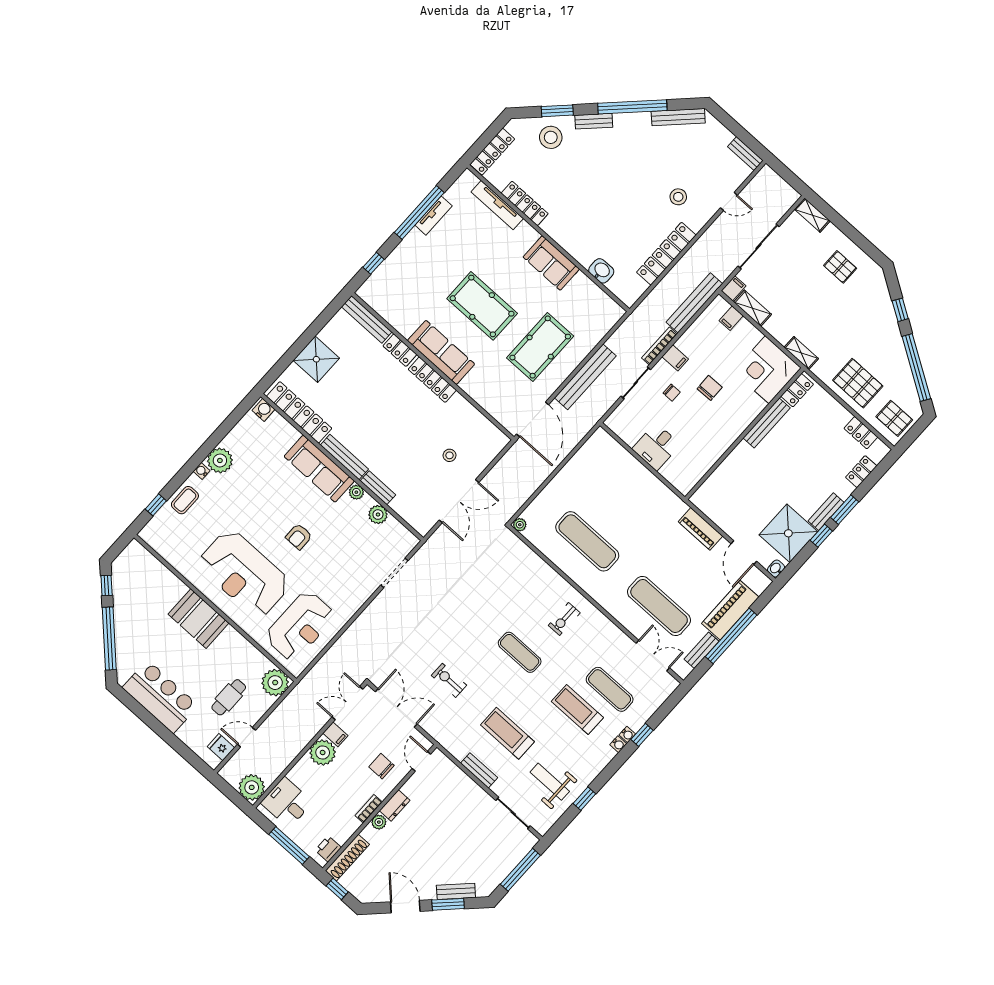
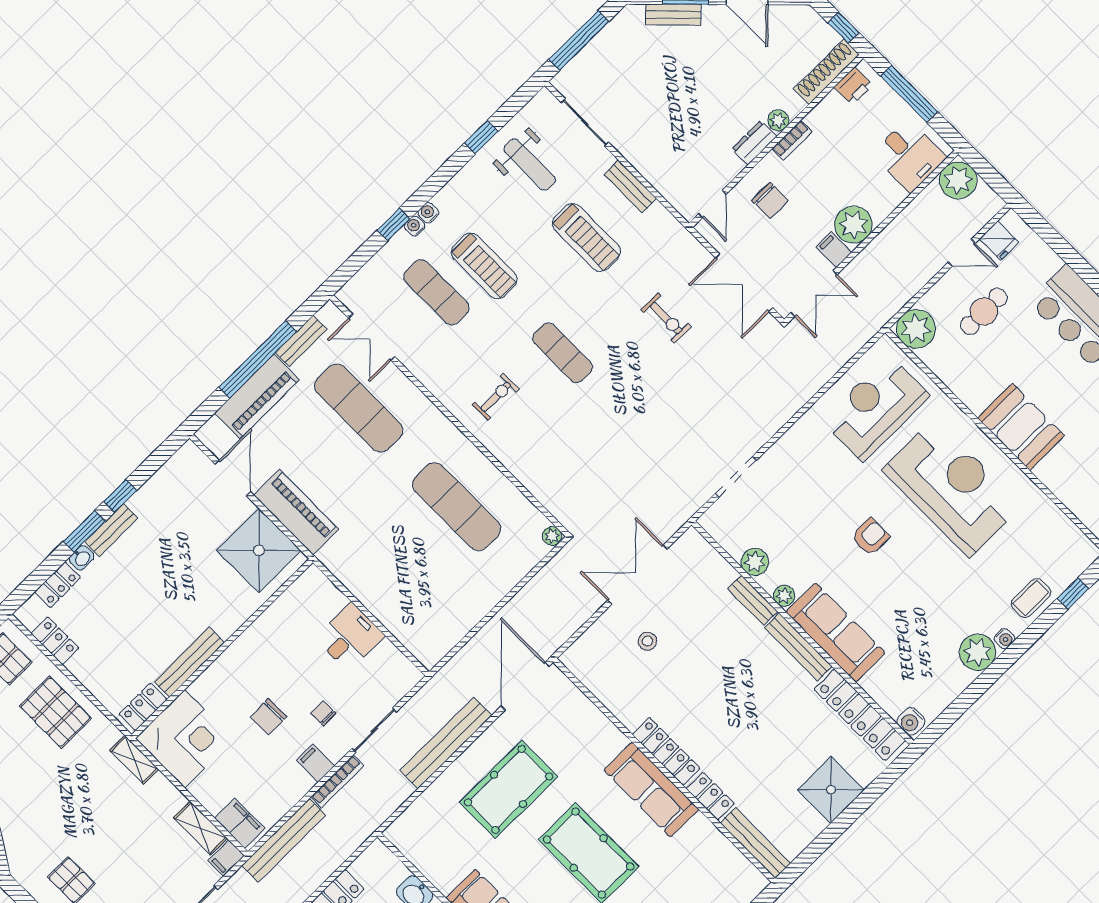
filing cabinet: (731, 318) -> (240, 823), width x2.00
piano: (700, 529) -> (296, 512), width x1.37, depth x1.33
shower: (788, 533) -> (259, 550), moved
washbasin: (776, 569) -> (82, 558), moved

